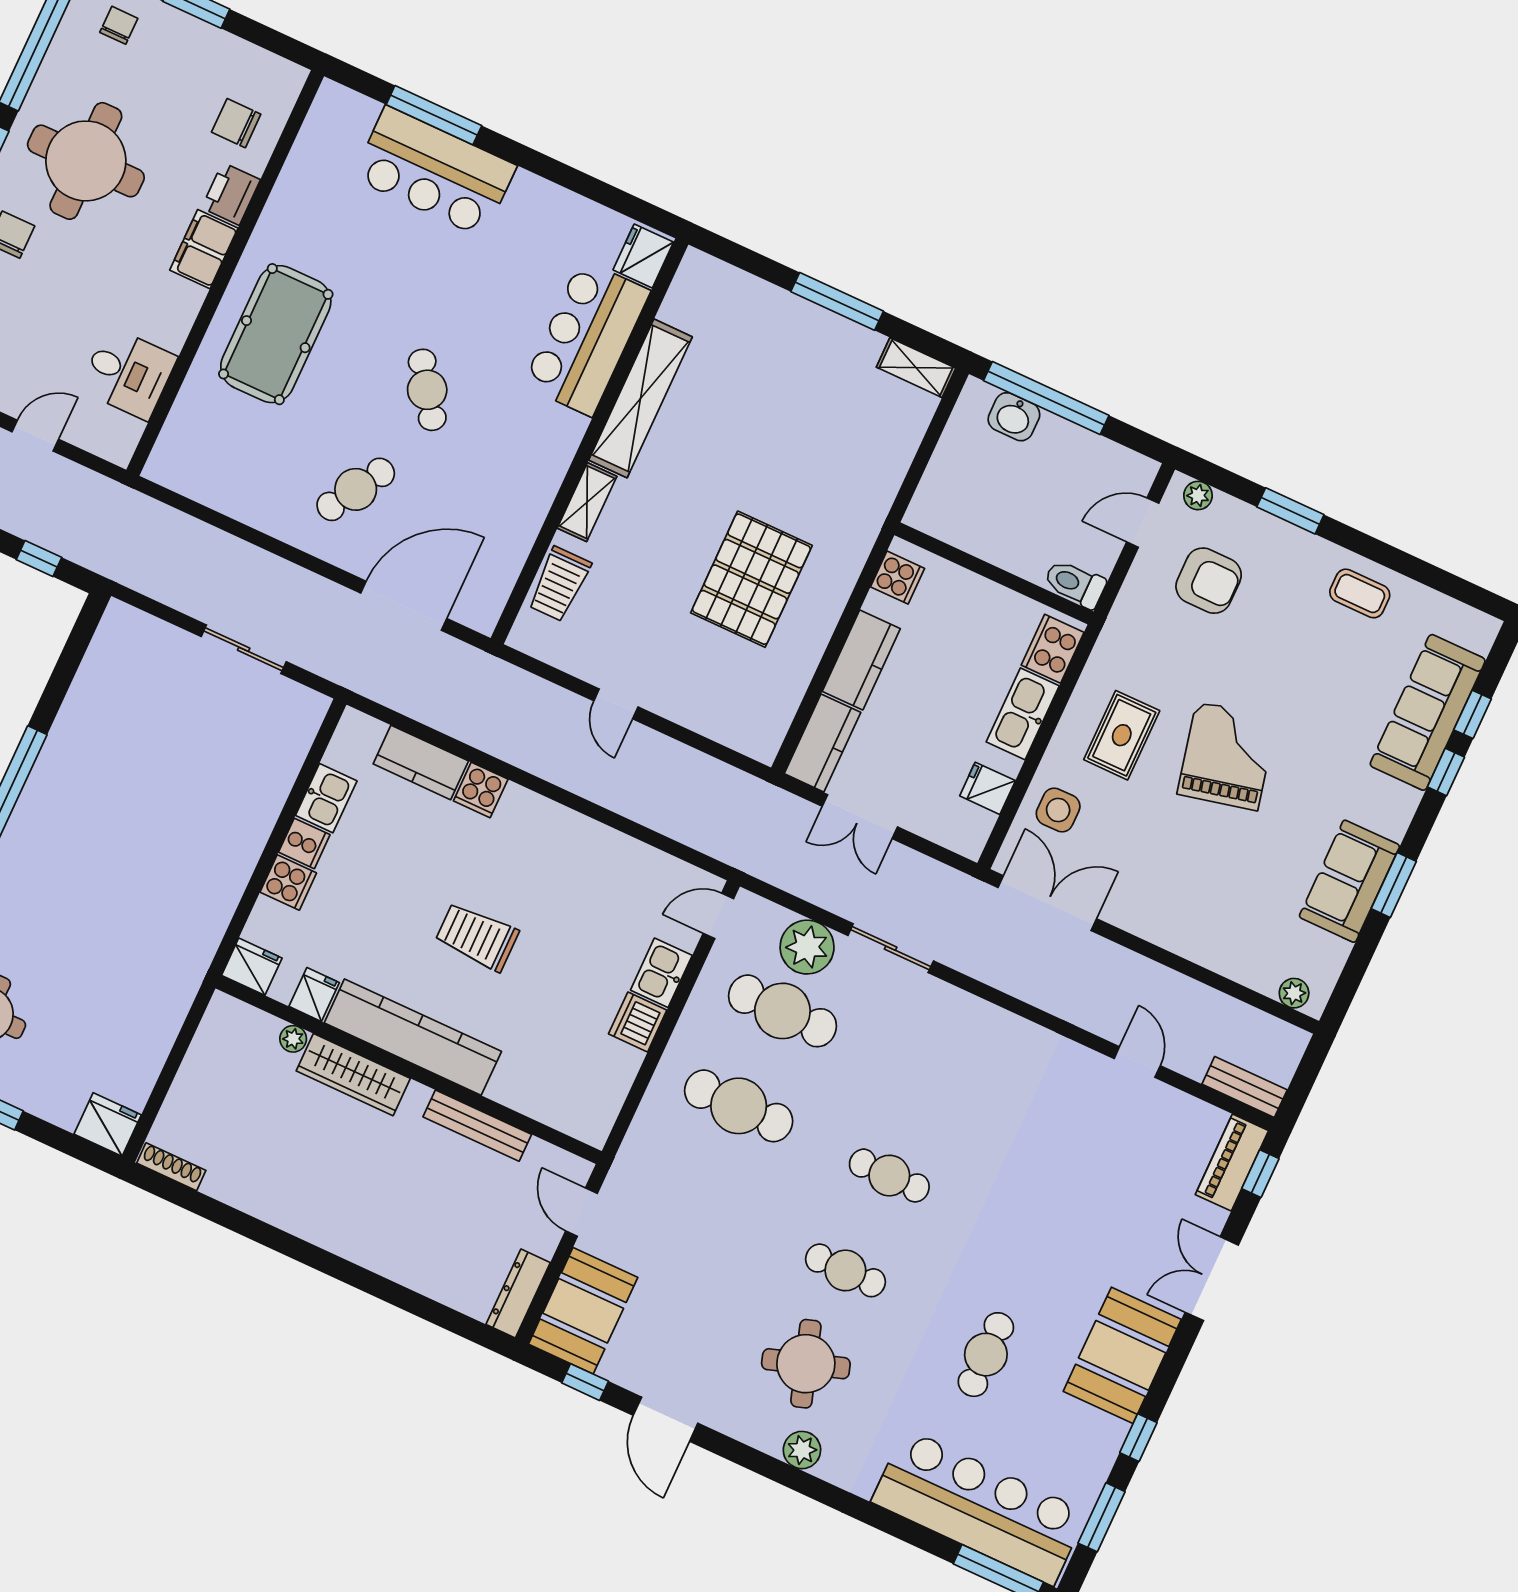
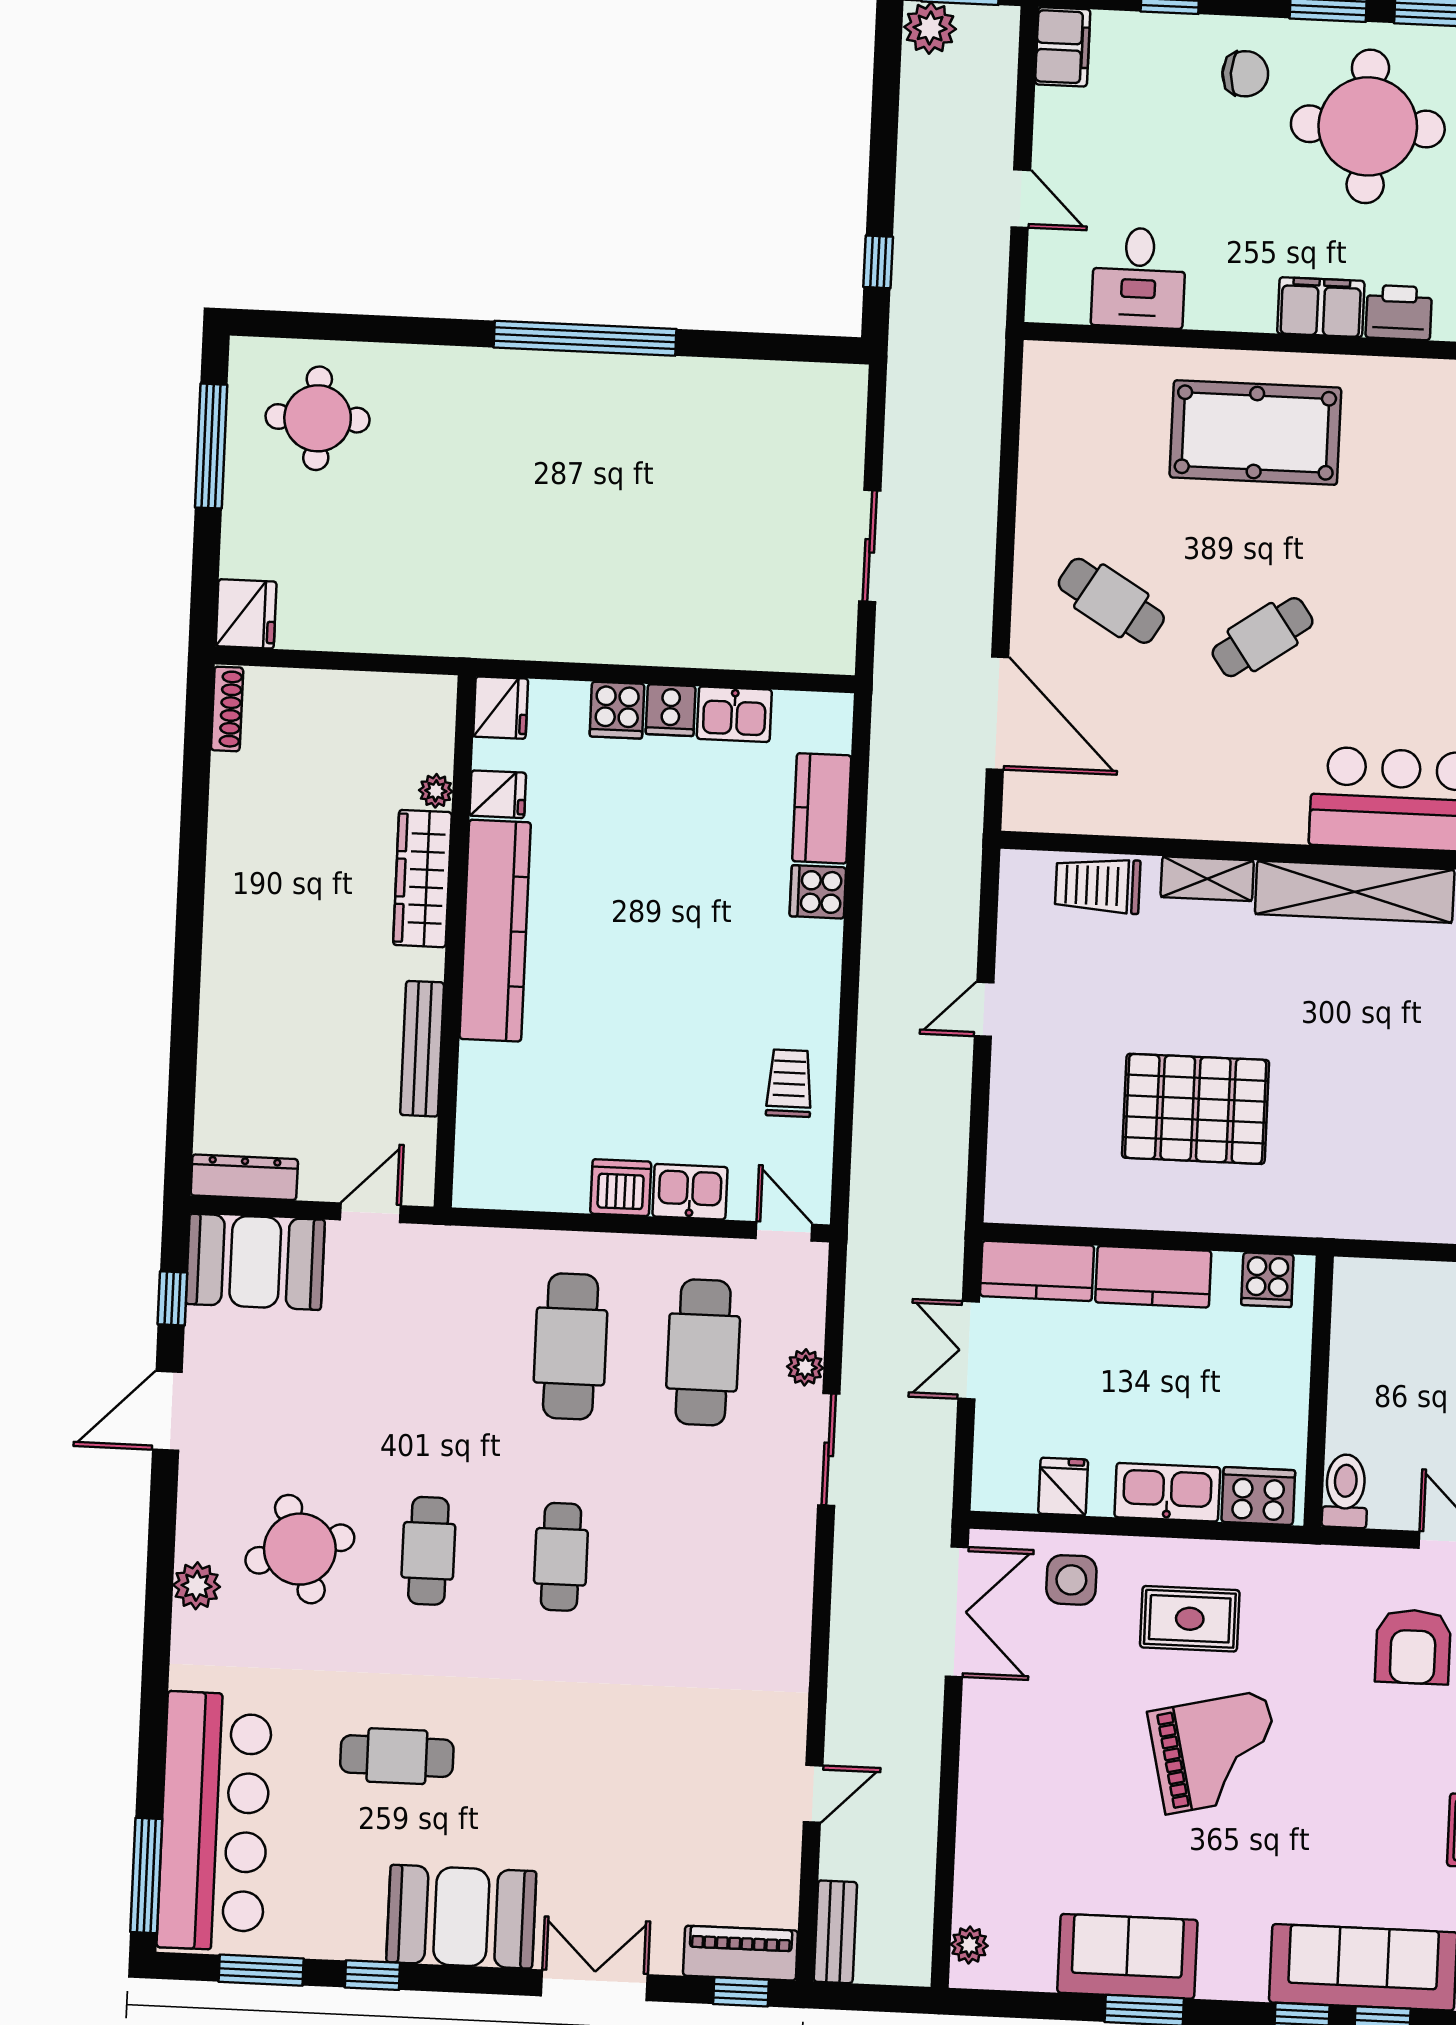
trolley: (477, 937) -> (789, 1083), moved, width x0.73, depth x0.72
plant: (807, 947) -> (805, 1367), width x0.53, depth x0.53

